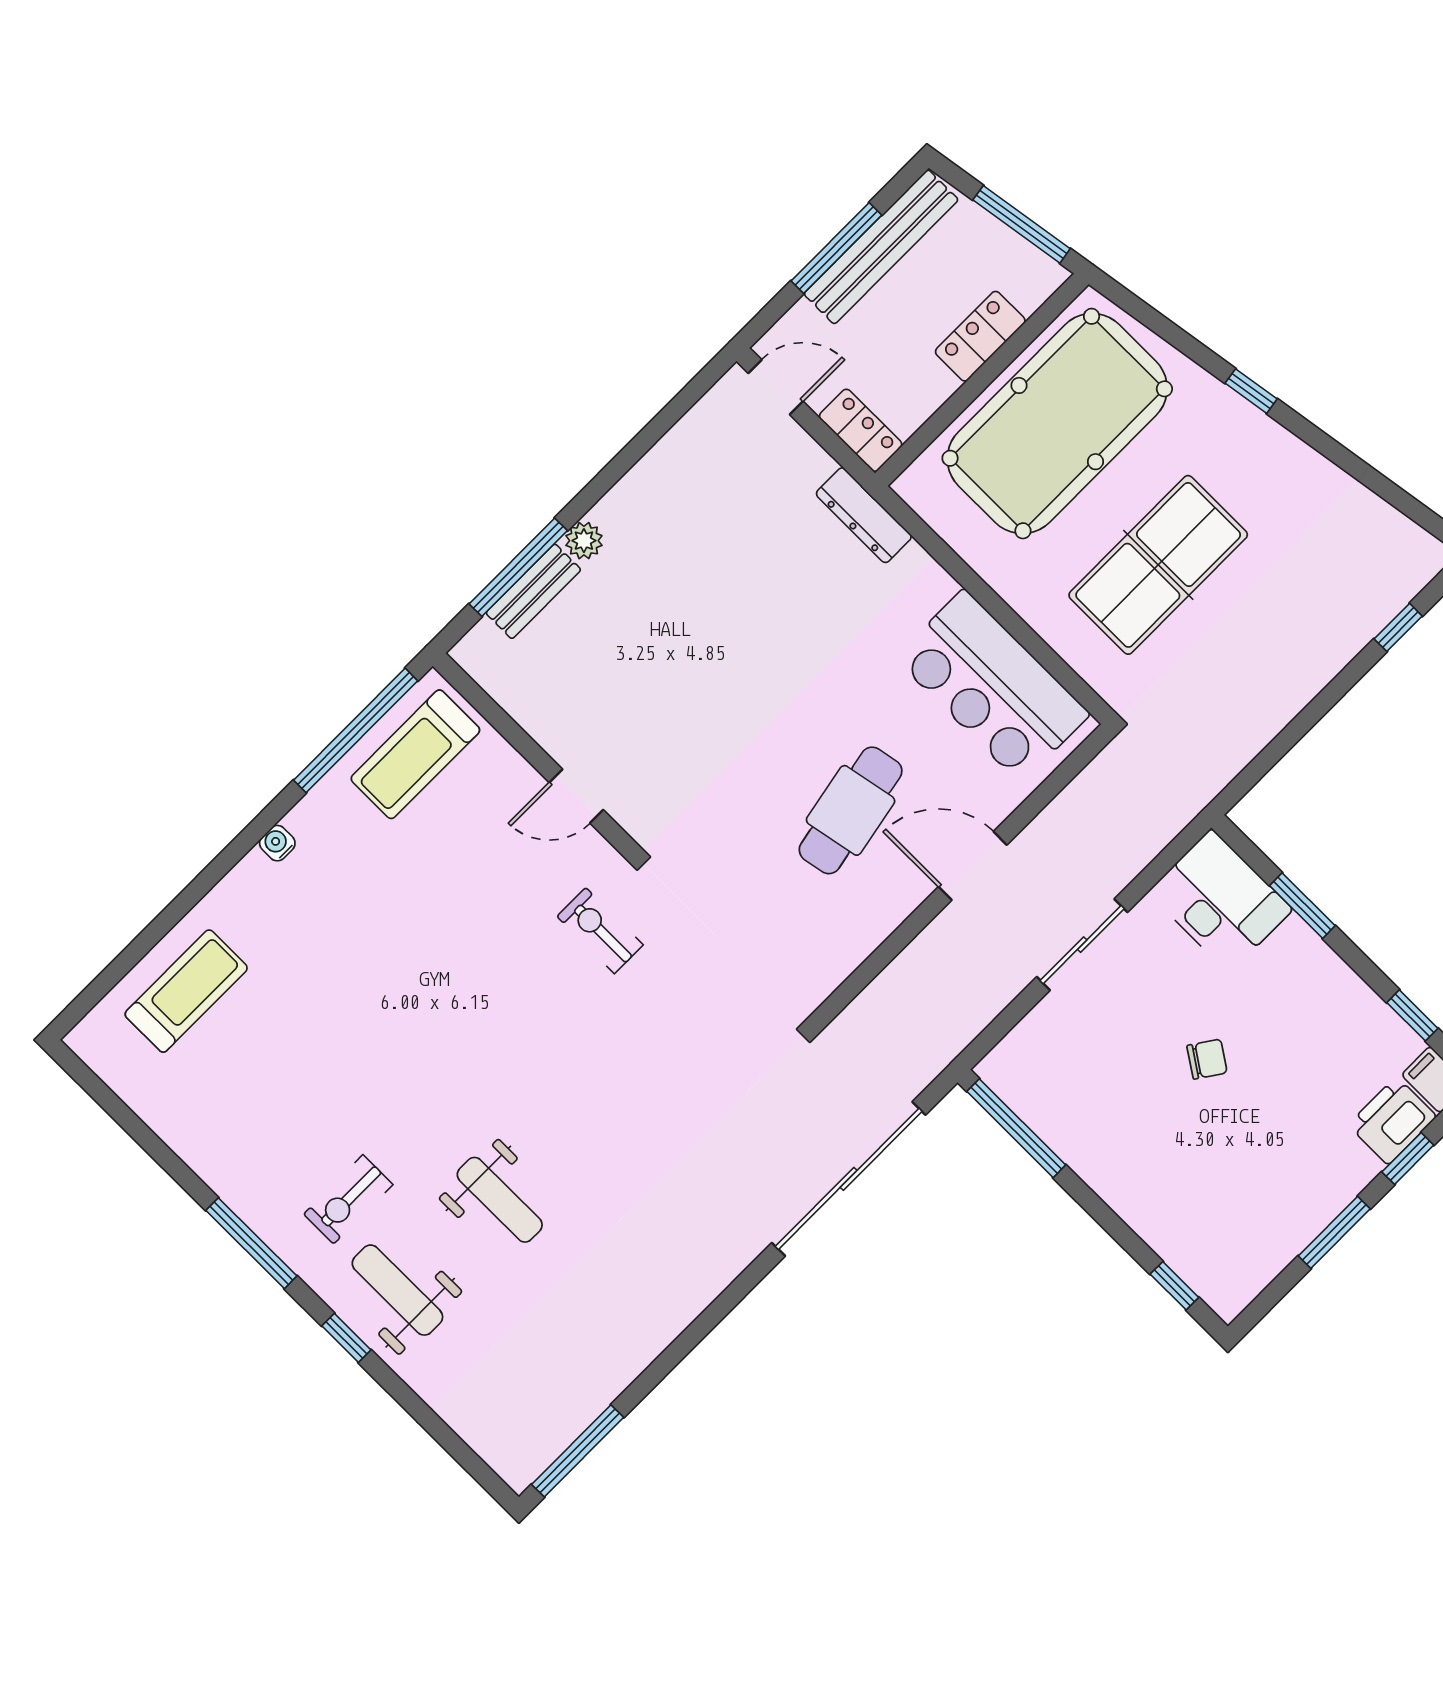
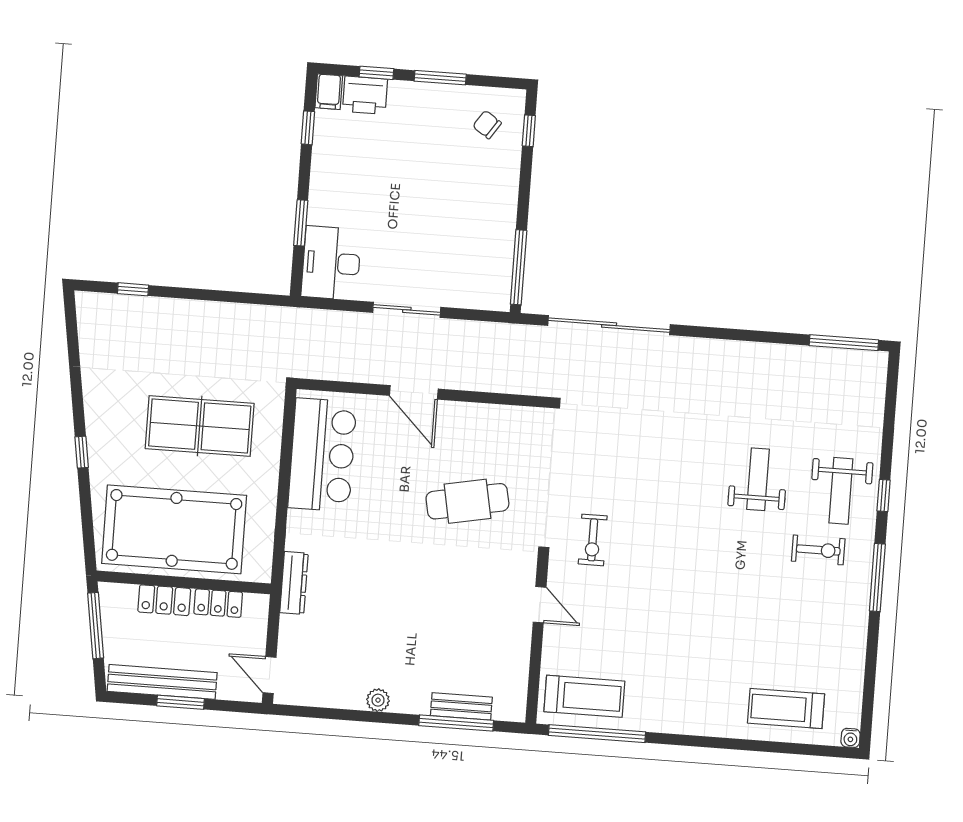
window: (836, 248) -> (180, 702), width x0.69
locker: (861, 430) -> (218, 603), moved, turned -90
plant: (584, 541) -> (378, 700), moved
cafe table: (851, 810) -> (467, 501), moved
water cooler: (277, 843) -> (851, 738), moved
chair: (1207, 1059) -> (487, 125), moved

